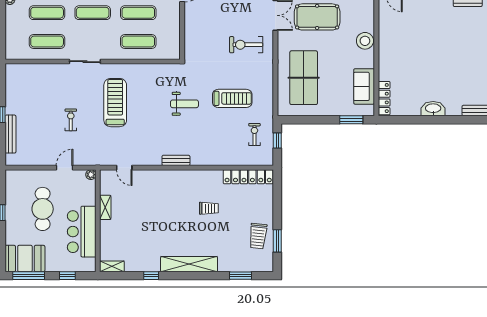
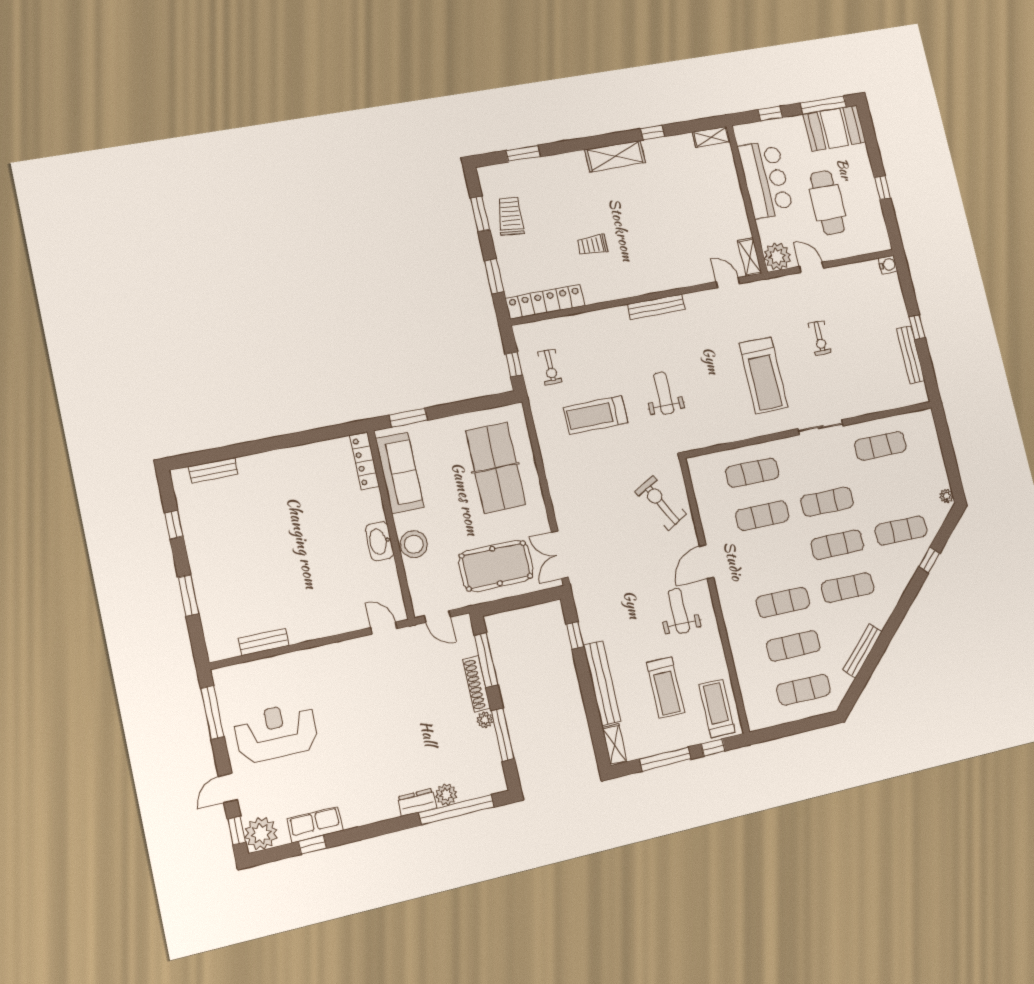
exercise mat: (47, 13) -> (891, 488), removed
exercise bike: (246, 45) -> (661, 503), moved, turned -119
sofa: (364, 86) -> (400, 473), width x1.36
weight bench: (184, 104) -> (664, 393), turned 90
washbasin: (433, 109) -> (380, 541), moved, turned 90
bench: (10, 134) -> (911, 355), moved
water cooler: (11, 160) -> (888, 265), added
bench: (176, 160) -> (656, 307), width x1.36
door: (65, 168) -> (811, 267), swing flipped
plant: (91, 175) -> (777, 256), width x1.88, depth x1.88
window: (277, 199) -> (494, 276), added
shelving: (105, 207) -> (750, 257), moved
shelving: (189, 264) -> (615, 156), width x0.68

